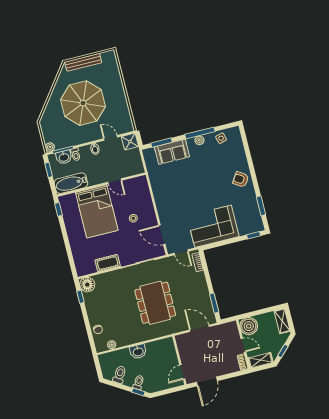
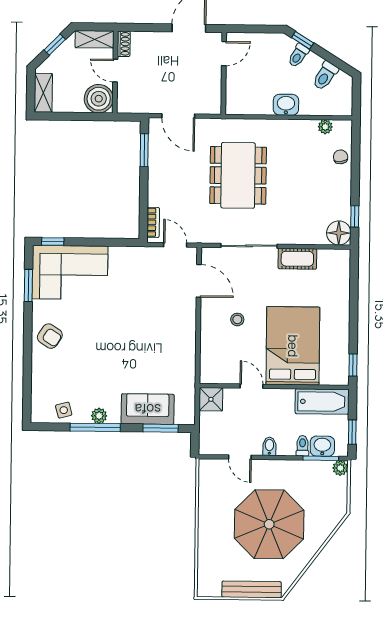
shower: (130, 141) -> (211, 399), moved
corner sofa: (213, 226) -> (70, 272), moved

